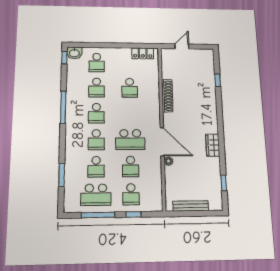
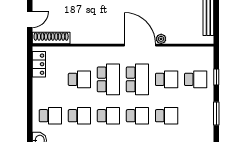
door: (182, 46) -> (30, 19), swing flipped
shoe rack: (167, 96) -> (51, 38), moved
door: (162, 142) -> (140, 45), hinge flipped
school desk: (96, 195) -> (108, 79), moved
window: (98, 215) -> (216, 113), width x0.69

